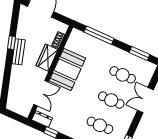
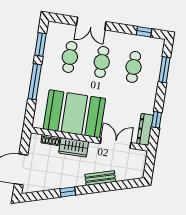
window: (99, 35) -> (35, 82), moved
bench: (19, 52) -> (100, 178), moved
booth: (67, 70) -> (74, 114), width x1.36, depth x1.42
dresser: (42, 119) -> (145, 129), width x1.44

